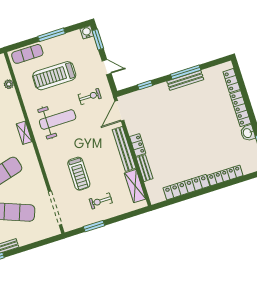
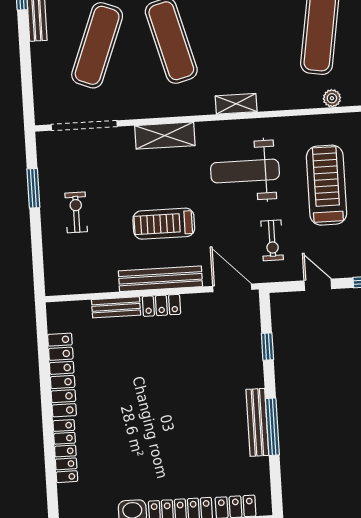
door: (107, 67) -> (318, 285), swing flipped
weight bench: (58, 119) -> (245, 171), turned 90
treadmill: (79, 174) -> (164, 224), moved
shelving: (135, 186) -> (165, 136), moved

